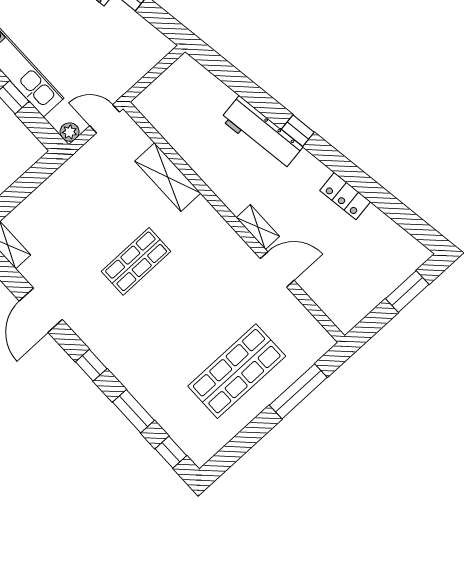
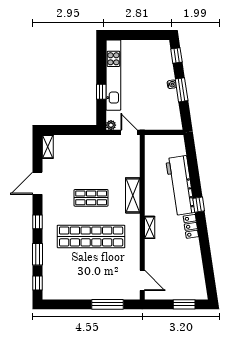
workbench: (262, 133) -> (180, 186), width x1.36, depth x1.32
shelving: (168, 177) -> (133, 195), moved
locker: (345, 196) -> (191, 226), moved
door: (277, 269) -> (142, 280), moved
shop shelf: (237, 371) -> (91, 236), moved, width x1.40

